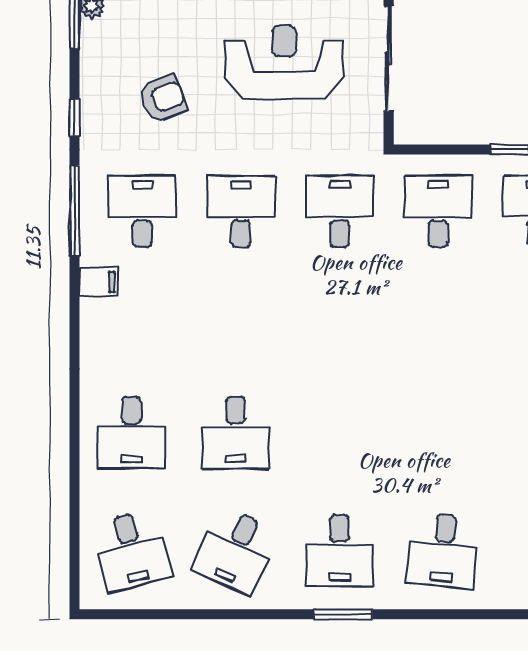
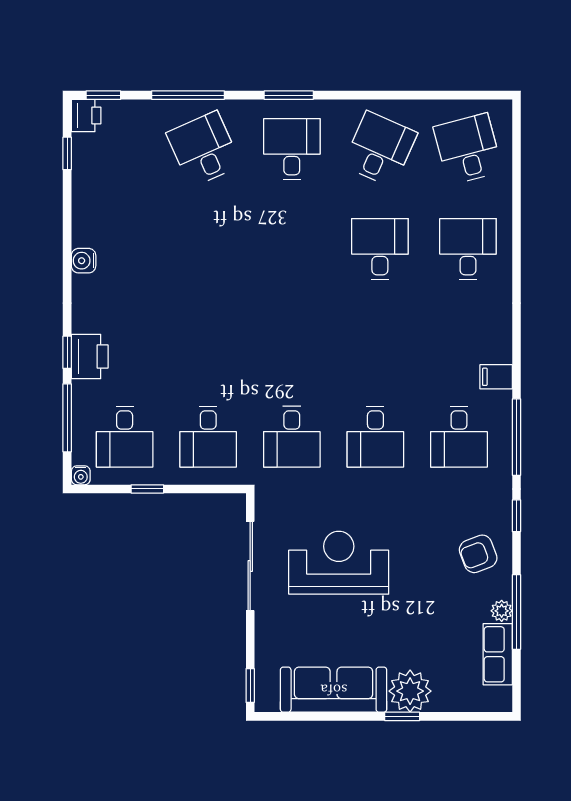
reception desk: (284, 63) -> (339, 563), turned 180
armchair: (163, 99) -> (478, 554), moved
desk: (443, 551) -> (204, 149), turned -30
window: (462, 614) -> (188, 95), added

